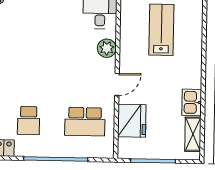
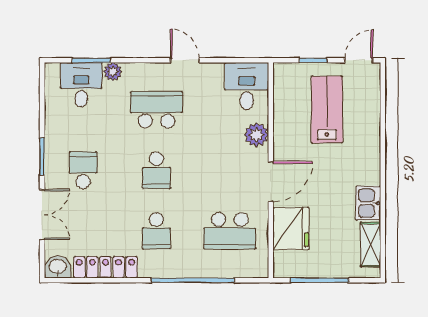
school desk: (30, 27) -> (156, 110), added
school desk: (29, 74) -> (156, 170), added
door: (117, 84) -> (271, 182), width x1.38

